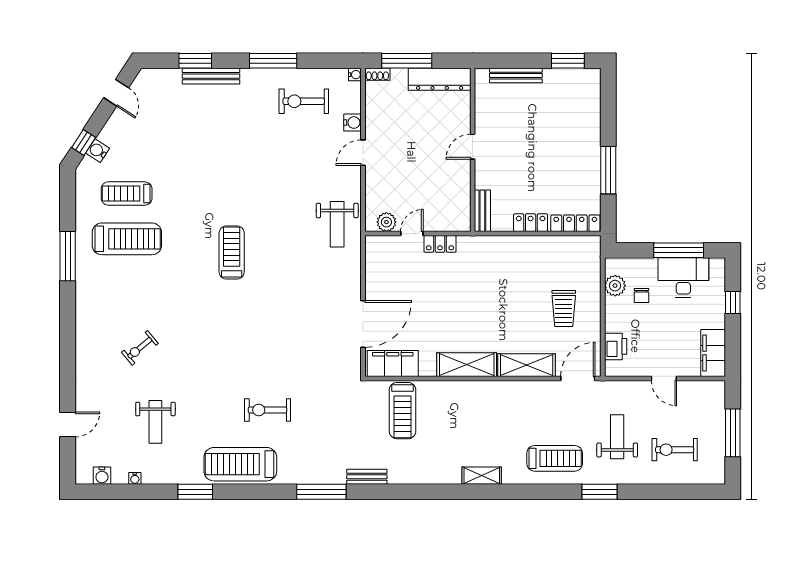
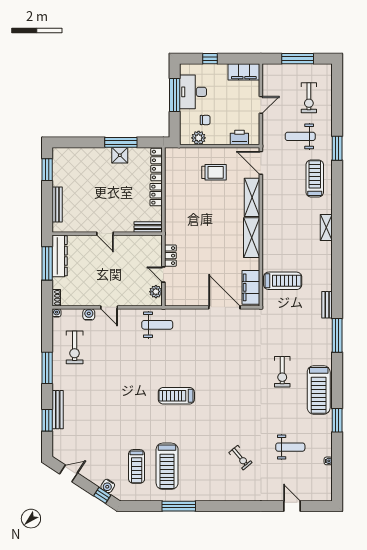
window: (407, 61) -> (47, 263), moved
shower: (589, 169) -> (120, 155), added
treadmill: (127, 239) -> (167, 466), turned 180
water cooler: (102, 476) -> (326, 483), removed

